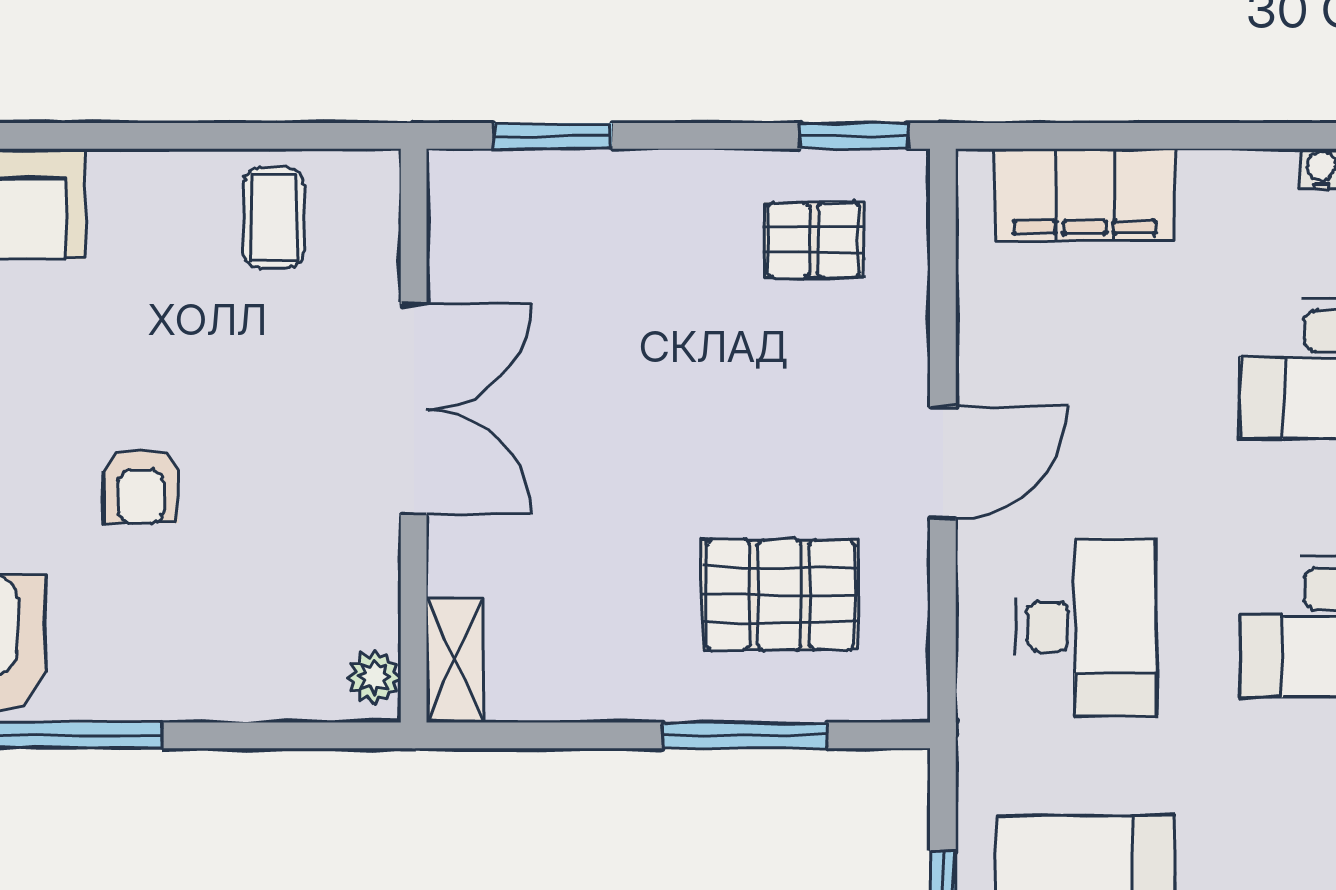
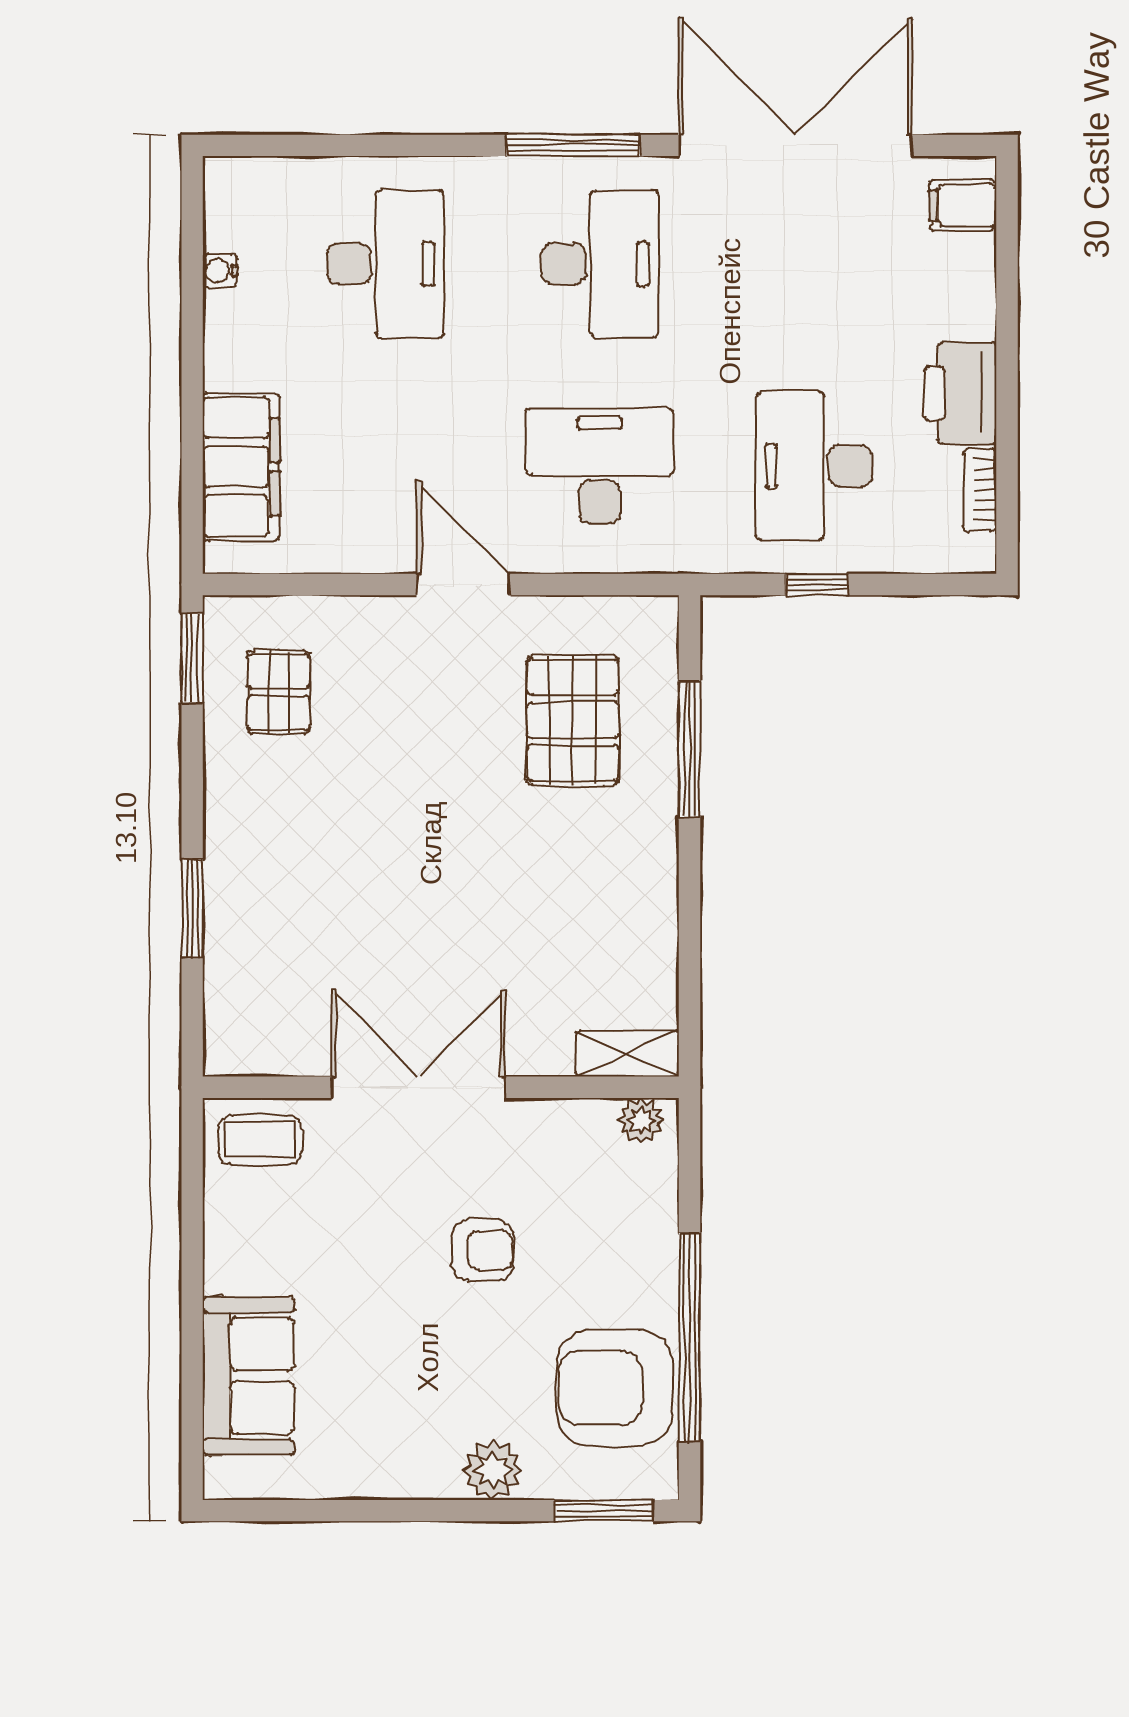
double door: (414, 409) -> (419, 1087), moved
wall: (414, 436) -> (441, 1087), moved
shelving: (454, 660) -> (627, 1053), moved
plant: (374, 677) -> (641, 1120), moved

